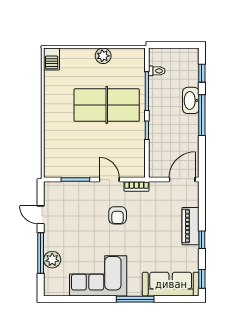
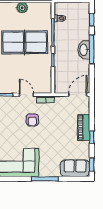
washbasin: (191, 100) -> (84, 50), moved
sofa: (171, 284) -> (75, 168), width x0.73

